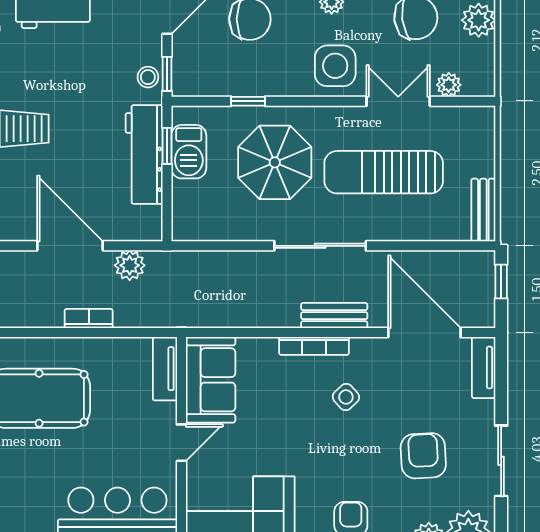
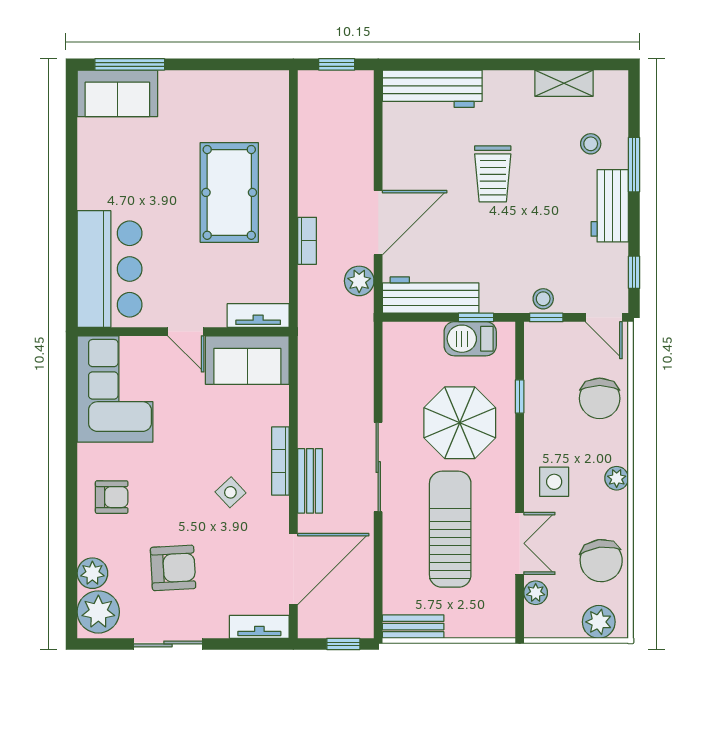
side table: (335, 66) -> (554, 482), width x0.73, depth x0.73
workbench: (144, 155) -> (431, 295), moved

